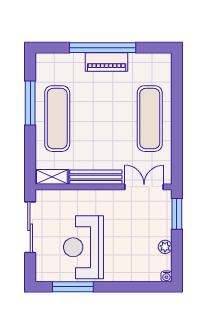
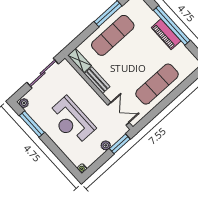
bench: (96, 177) -> (97, 80), width x0.73
reception desk: (84, 247) -> (71, 121), moved, turned -90
plant: (165, 247) -> (106, 145), moved
plant: (43, 275) -> (24, 103), added

